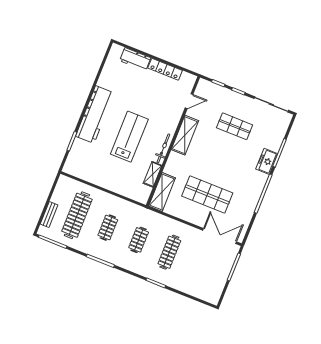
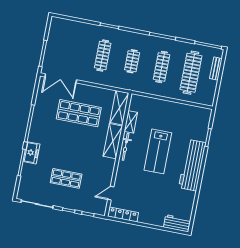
workbench: (135, 59) -> (177, 223), moved
locker: (165, 69) -> (123, 215), moved
shelving: (185, 135) -> (113, 141), moved
clothes rail: (108, 228) -> (162, 67), width x1.36

